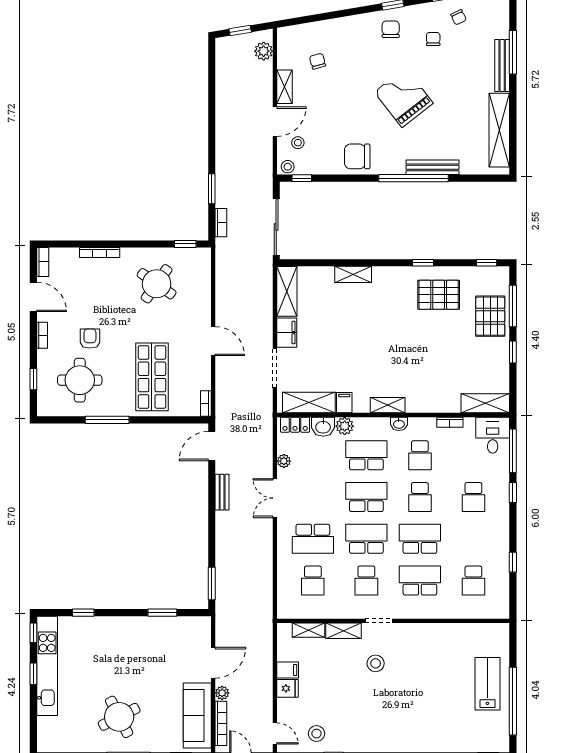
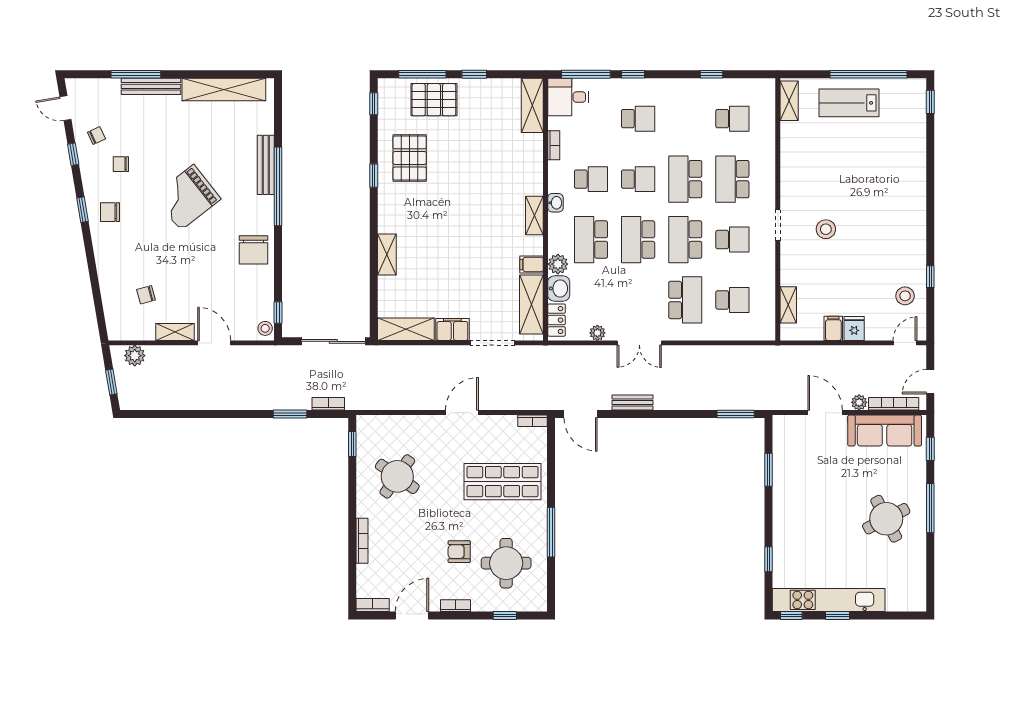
stool: (298, 143) -> (238, 317), removed
shelving: (344, 631) -> (789, 101), moved

